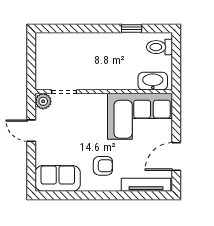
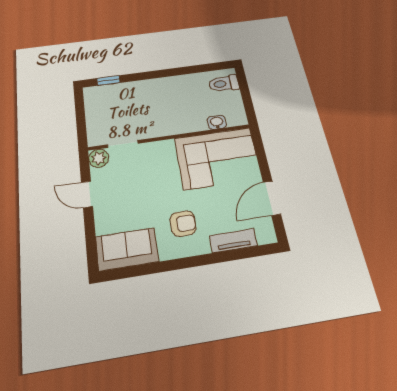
window: (132, 28) -> (109, 80), moved
washbasin: (153, 81) -> (217, 122), width x0.52, depth x0.69
tv unit: (146, 185) -> (233, 241), width x0.71

